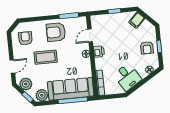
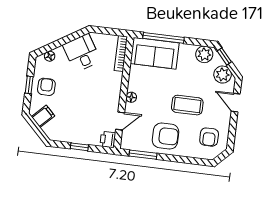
filing cabinet: (137, 20) -> (43, 116), moved
printer: (99, 51) -> (108, 139), moved
door: (12, 67) -> (236, 103), hinge flipped
sofa: (71, 89) -> (155, 53), width x0.73

